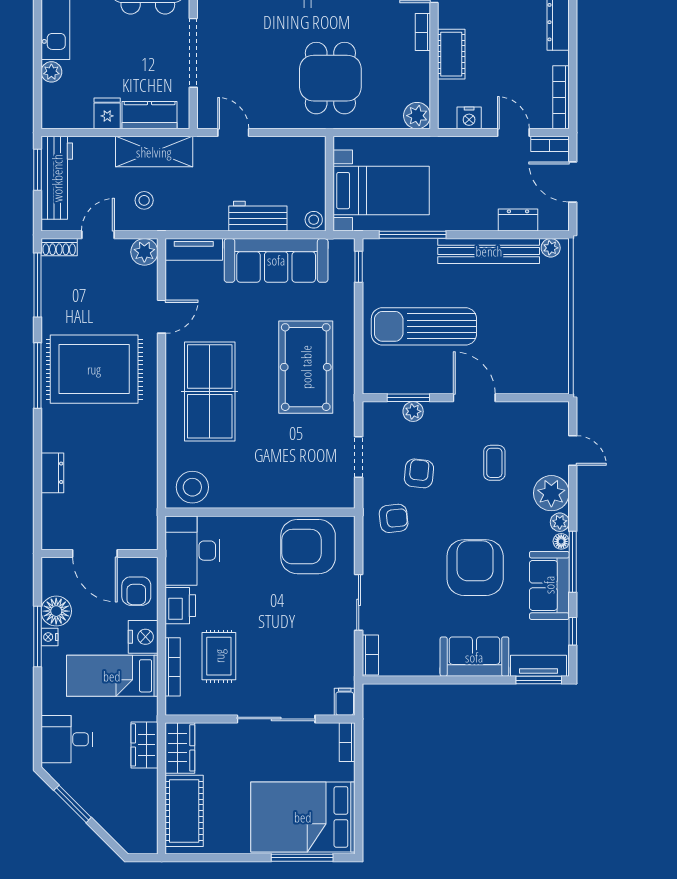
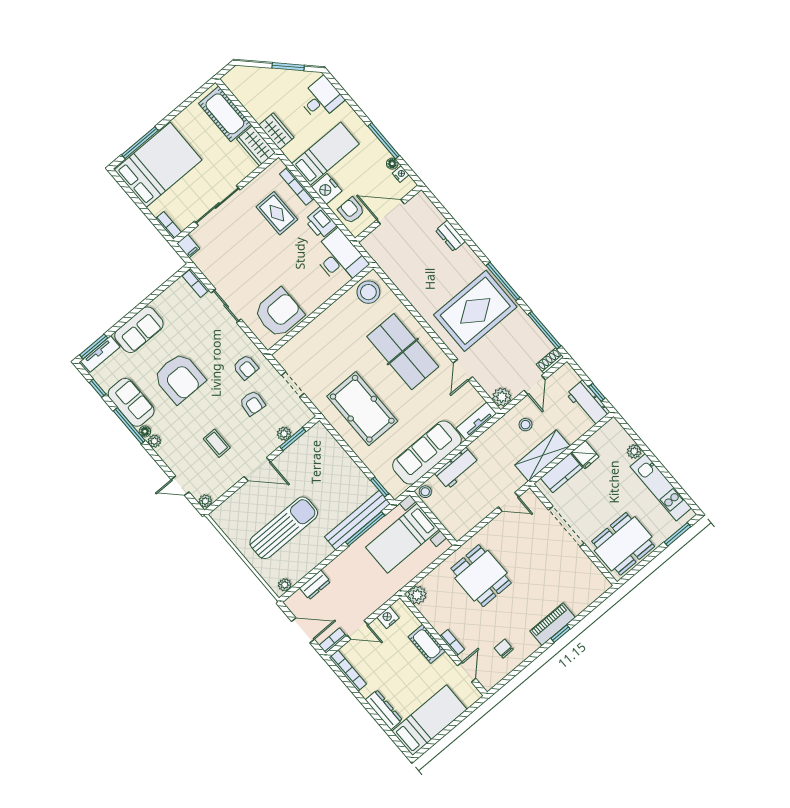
window: (37, 170) -> (597, 392), width x0.67
workbench: (57, 178) -> (588, 403), width x0.73
bench: (489, 251) -> (357, 520), moved
sun lounger: (424, 326) -> (284, 528), moved
plant: (551, 493) -> (205, 501), moved, width x0.53, depth x0.53
armchair: (394, 518) -> (246, 367), turned -84
floor lamp: (56, 611) -> (392, 164), width x0.53, depth x0.53
nightstand: (49, 637) -> (401, 174), moved

